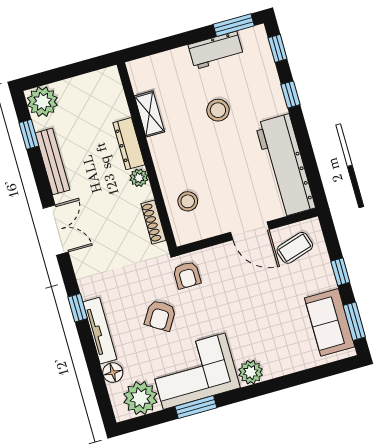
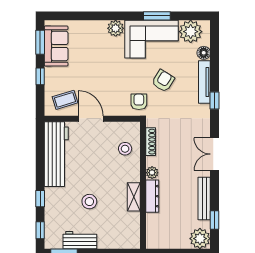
shelving: (149, 114) -> (134, 197), moved

